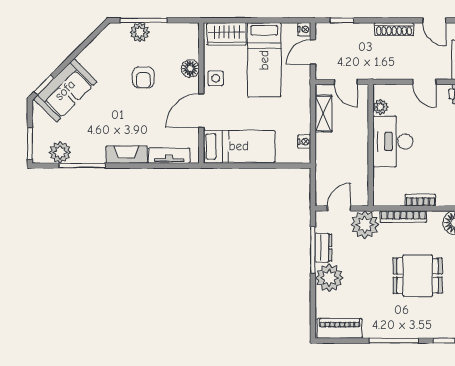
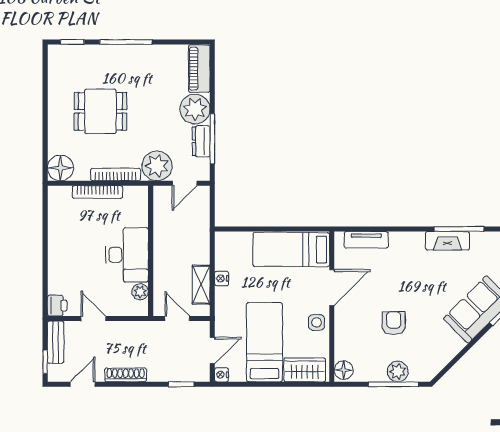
door: (434, 20) -> (83, 384), hinge flipped
floor lamp: (190, 68) -> (344, 370), moved
nightstand: (304, 142) -> (222, 278), moved
plant: (60, 152) -> (483, 243), removed
fireplace: (127, 155) -> (448, 241), moved
bookcase: (420, 200) -> (98, 192), width x1.56
piano: (340, 328) -> (199, 69), moved, turned 90

